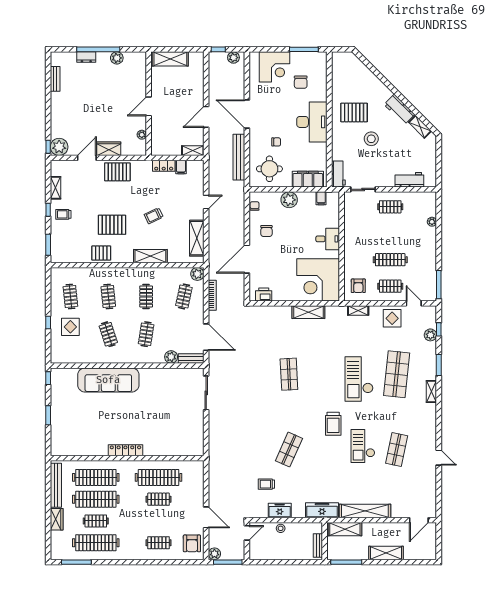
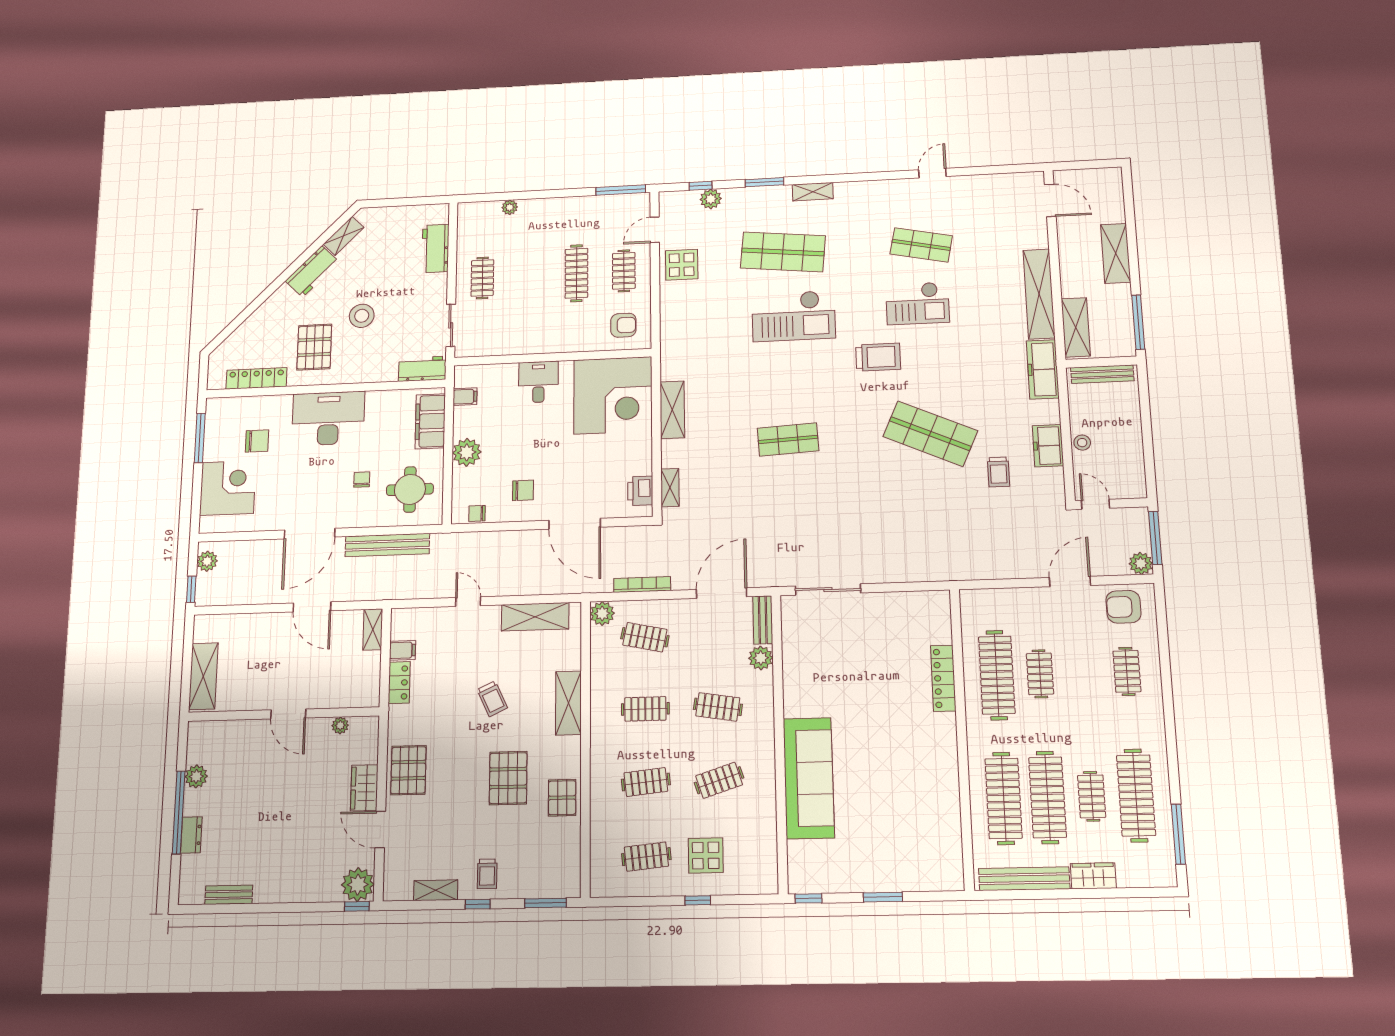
locker: (337, 80) -> (256, 378), added
shelving: (358, 311) -> (670, 488), moved
locker: (125, 450) -> (943, 678), moved
shop shelf: (289, 450) -> (930, 434), width x1.43, depth x1.36
armchair: (192, 543) -> (1123, 607), turned 180
bench: (318, 546) -> (1102, 374), width x1.36

